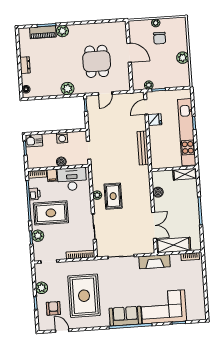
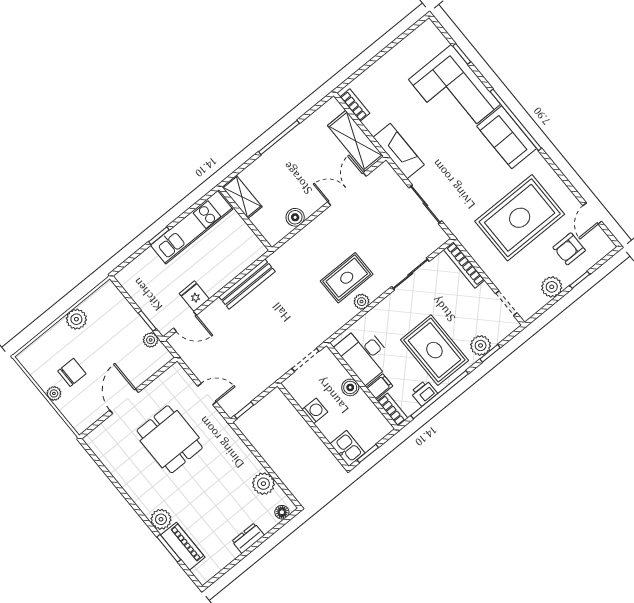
dining table: (97, 61) -> (170, 439), turned 90
plant: (67, 89) -> (263, 484), moved
kitchen unit: (187, 132) -> (192, 227), width x0.73

